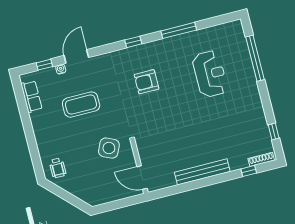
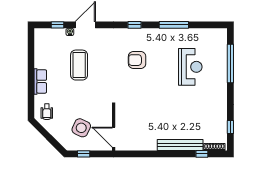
row of seats: (31, 97) -> (40, 81), moved
coffee table: (81, 105) -> (79, 65), turned 90
side table: (109, 148) -> (81, 128), moved
bench: (202, 172) -> (180, 145), moved
window: (112, 206) -> (84, 154), added

